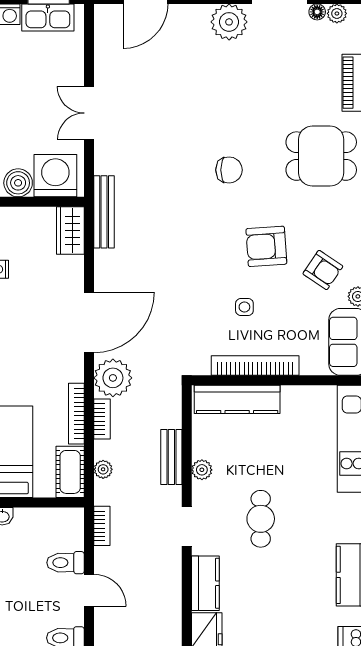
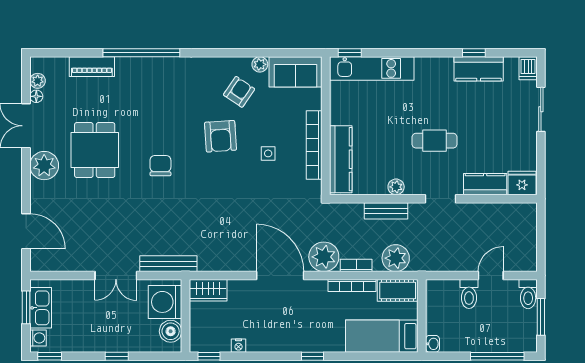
dining table: (321, 156) -> (95, 150), moved
bench: (104, 212) -> (168, 264), moved
plant: (103, 469) -> (396, 258), width x1.88, depth x1.88
bookcase: (102, 526) -> (440, 265), removed

